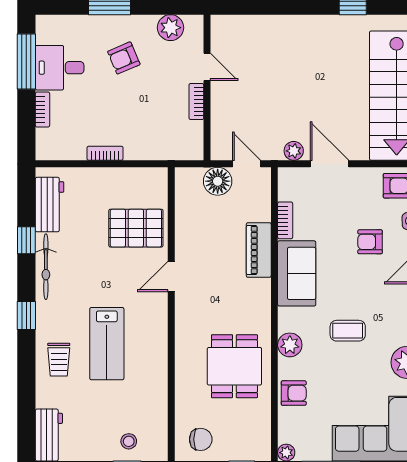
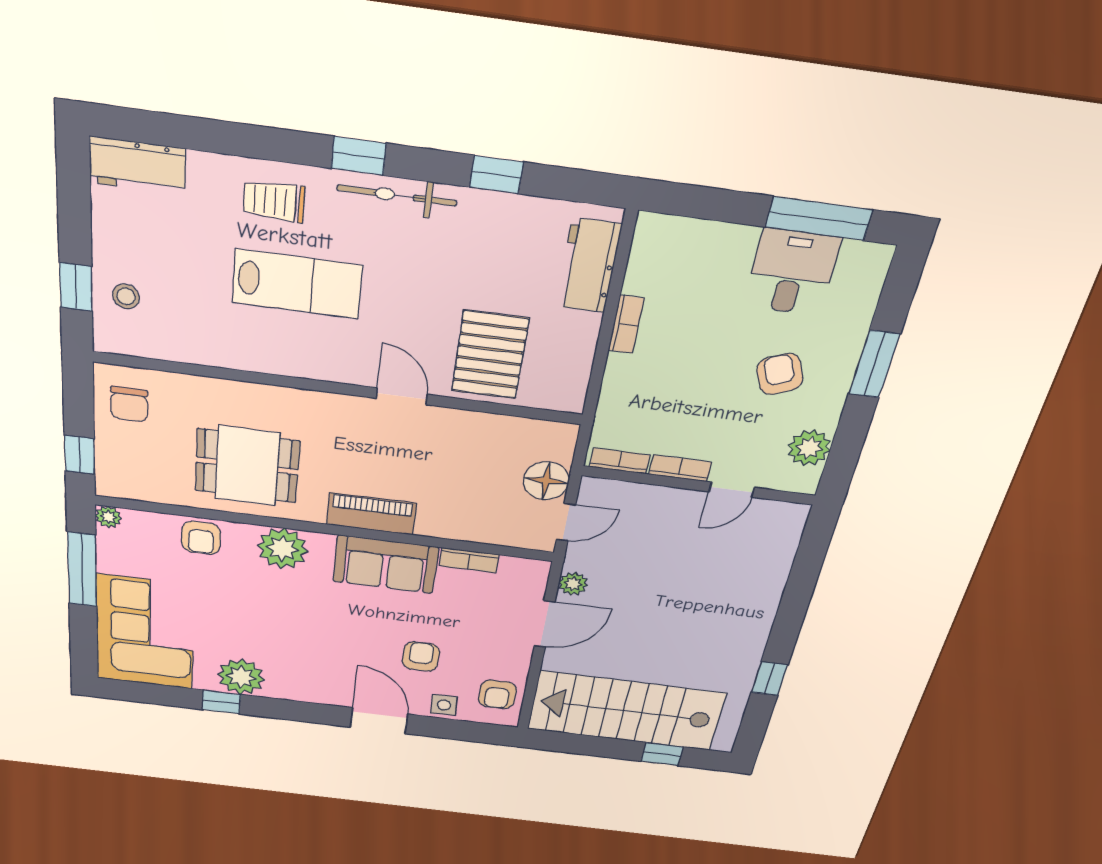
bookcase: (42, 109) -> (620, 461), moved, turned 180
workbench: (50, 205) -> (589, 266), moved, turned 90
piano: (259, 250) -> (371, 514), moved
bicycle: (46, 267) -> (397, 195), moved
coffee table: (348, 331) -> (292, 615), removed
lab bench: (107, 344) -> (297, 284), turned 180
plant: (290, 345) -> (283, 548), width x1.36, depth x1.36

